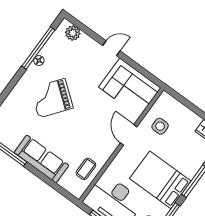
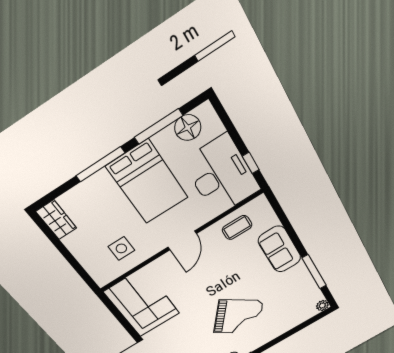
door: (129, 135) -> (182, 240), moved
sofa: (41, 159) -> (280, 249), width x0.73

